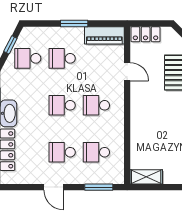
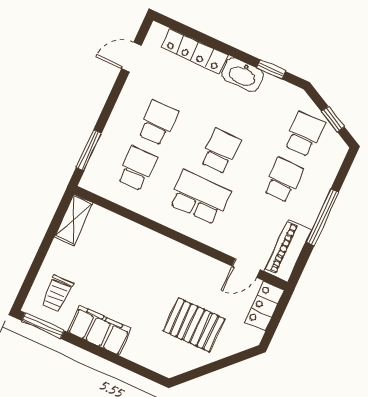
window: (74, 24) -> (322, 217), width x1.44
door: (127, 72) -> (246, 268), moved
school desk: (96, 105) -> (199, 197), width x1.85
door: (54, 187) -> (131, 57), moved

